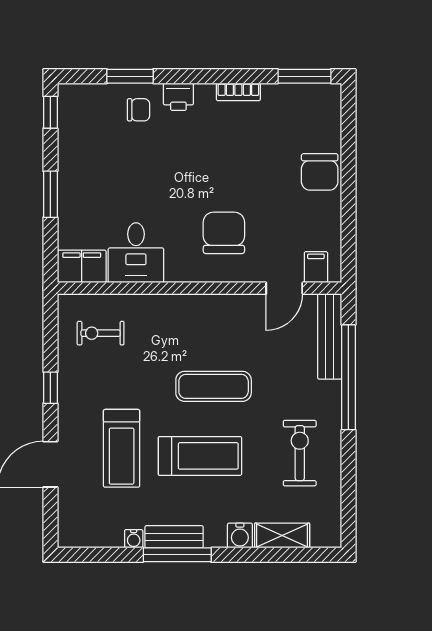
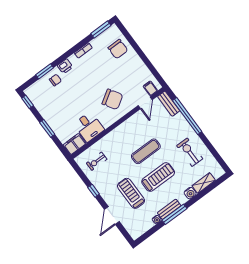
chair: (320, 172) -> (118, 49), moved
chair: (224, 233) -> (112, 99), turned 148
bench: (330, 336) -> (169, 104), width x0.73
treadmill: (122, 448) -> (131, 193), turned 180

